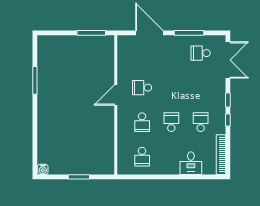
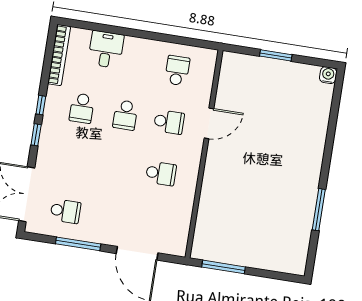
door: (116, 95) -> (209, 123), moved
school desk: (142, 122) -> (169, 122), turned 90

